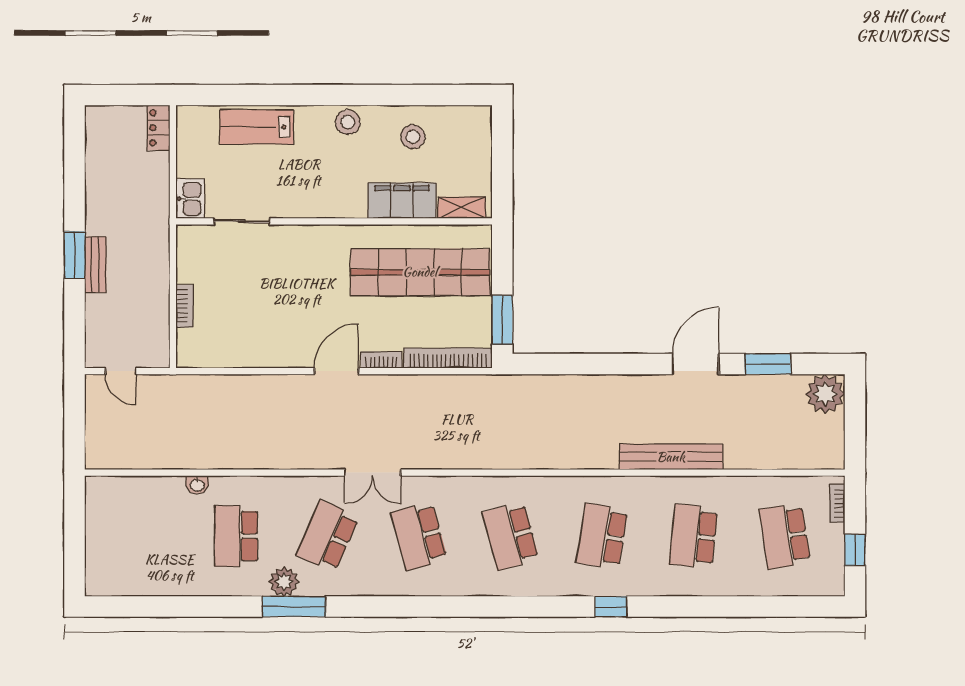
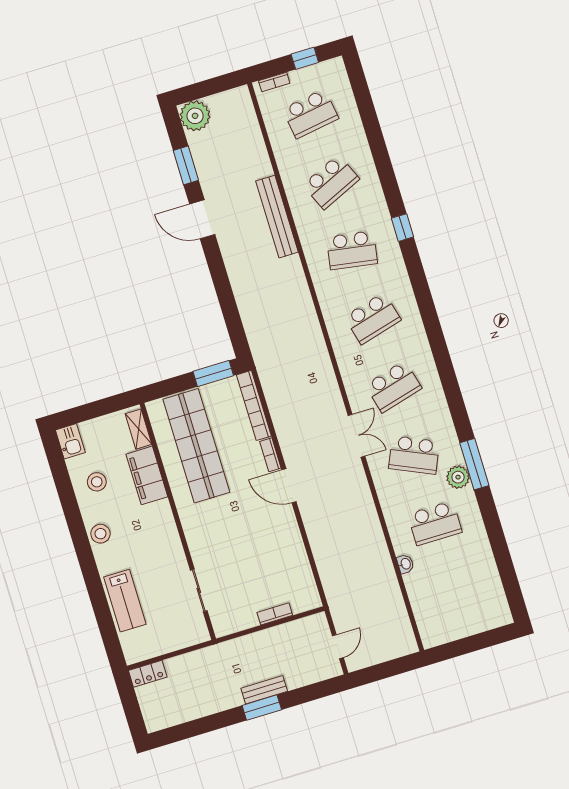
kitchen sink: (190, 199) -> (70, 441), moved, turned 90
school desk: (693, 536) -> (331, 182), turned -30

